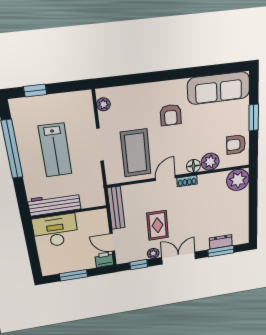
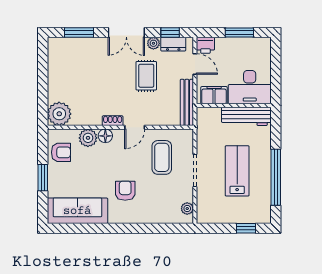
coffee table: (136, 153) -> (162, 157), width x0.73, depth x0.76
filing cabinet: (90, 218) -> (214, 95), added
dresser: (221, 242) -> (173, 44), moved

